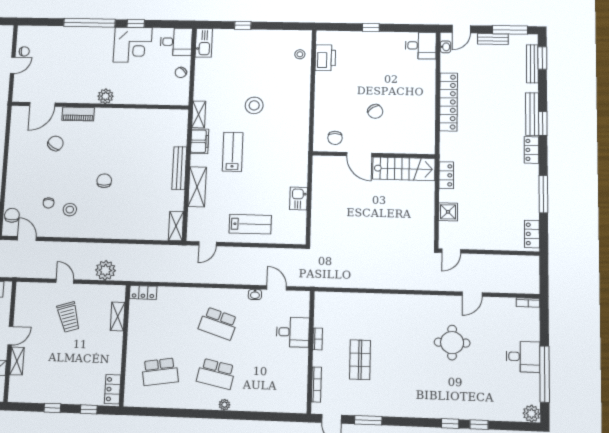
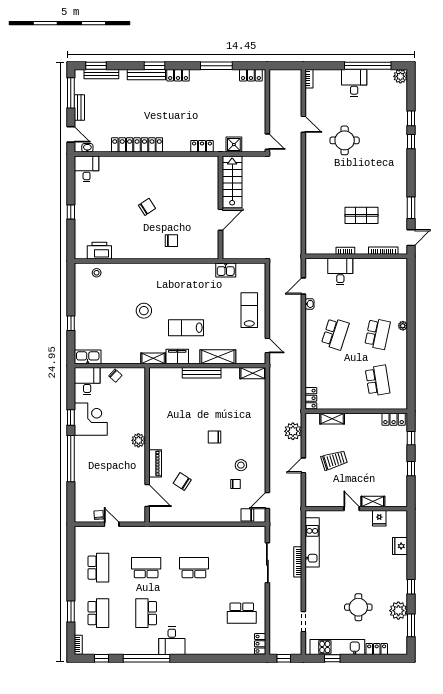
door: (359, 155) -> (221, 220), moved
wall: (374, 155) -> (221, 208), moved
stairs: (404, 169) -> (232, 182), moved

